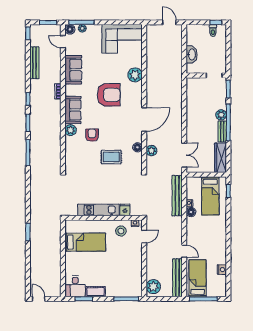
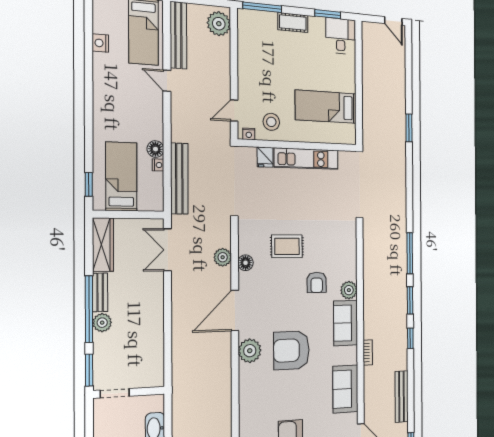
plant: (135, 75) -> (250, 351), moved
cot: (96, 292) -> (293, 22), moved

